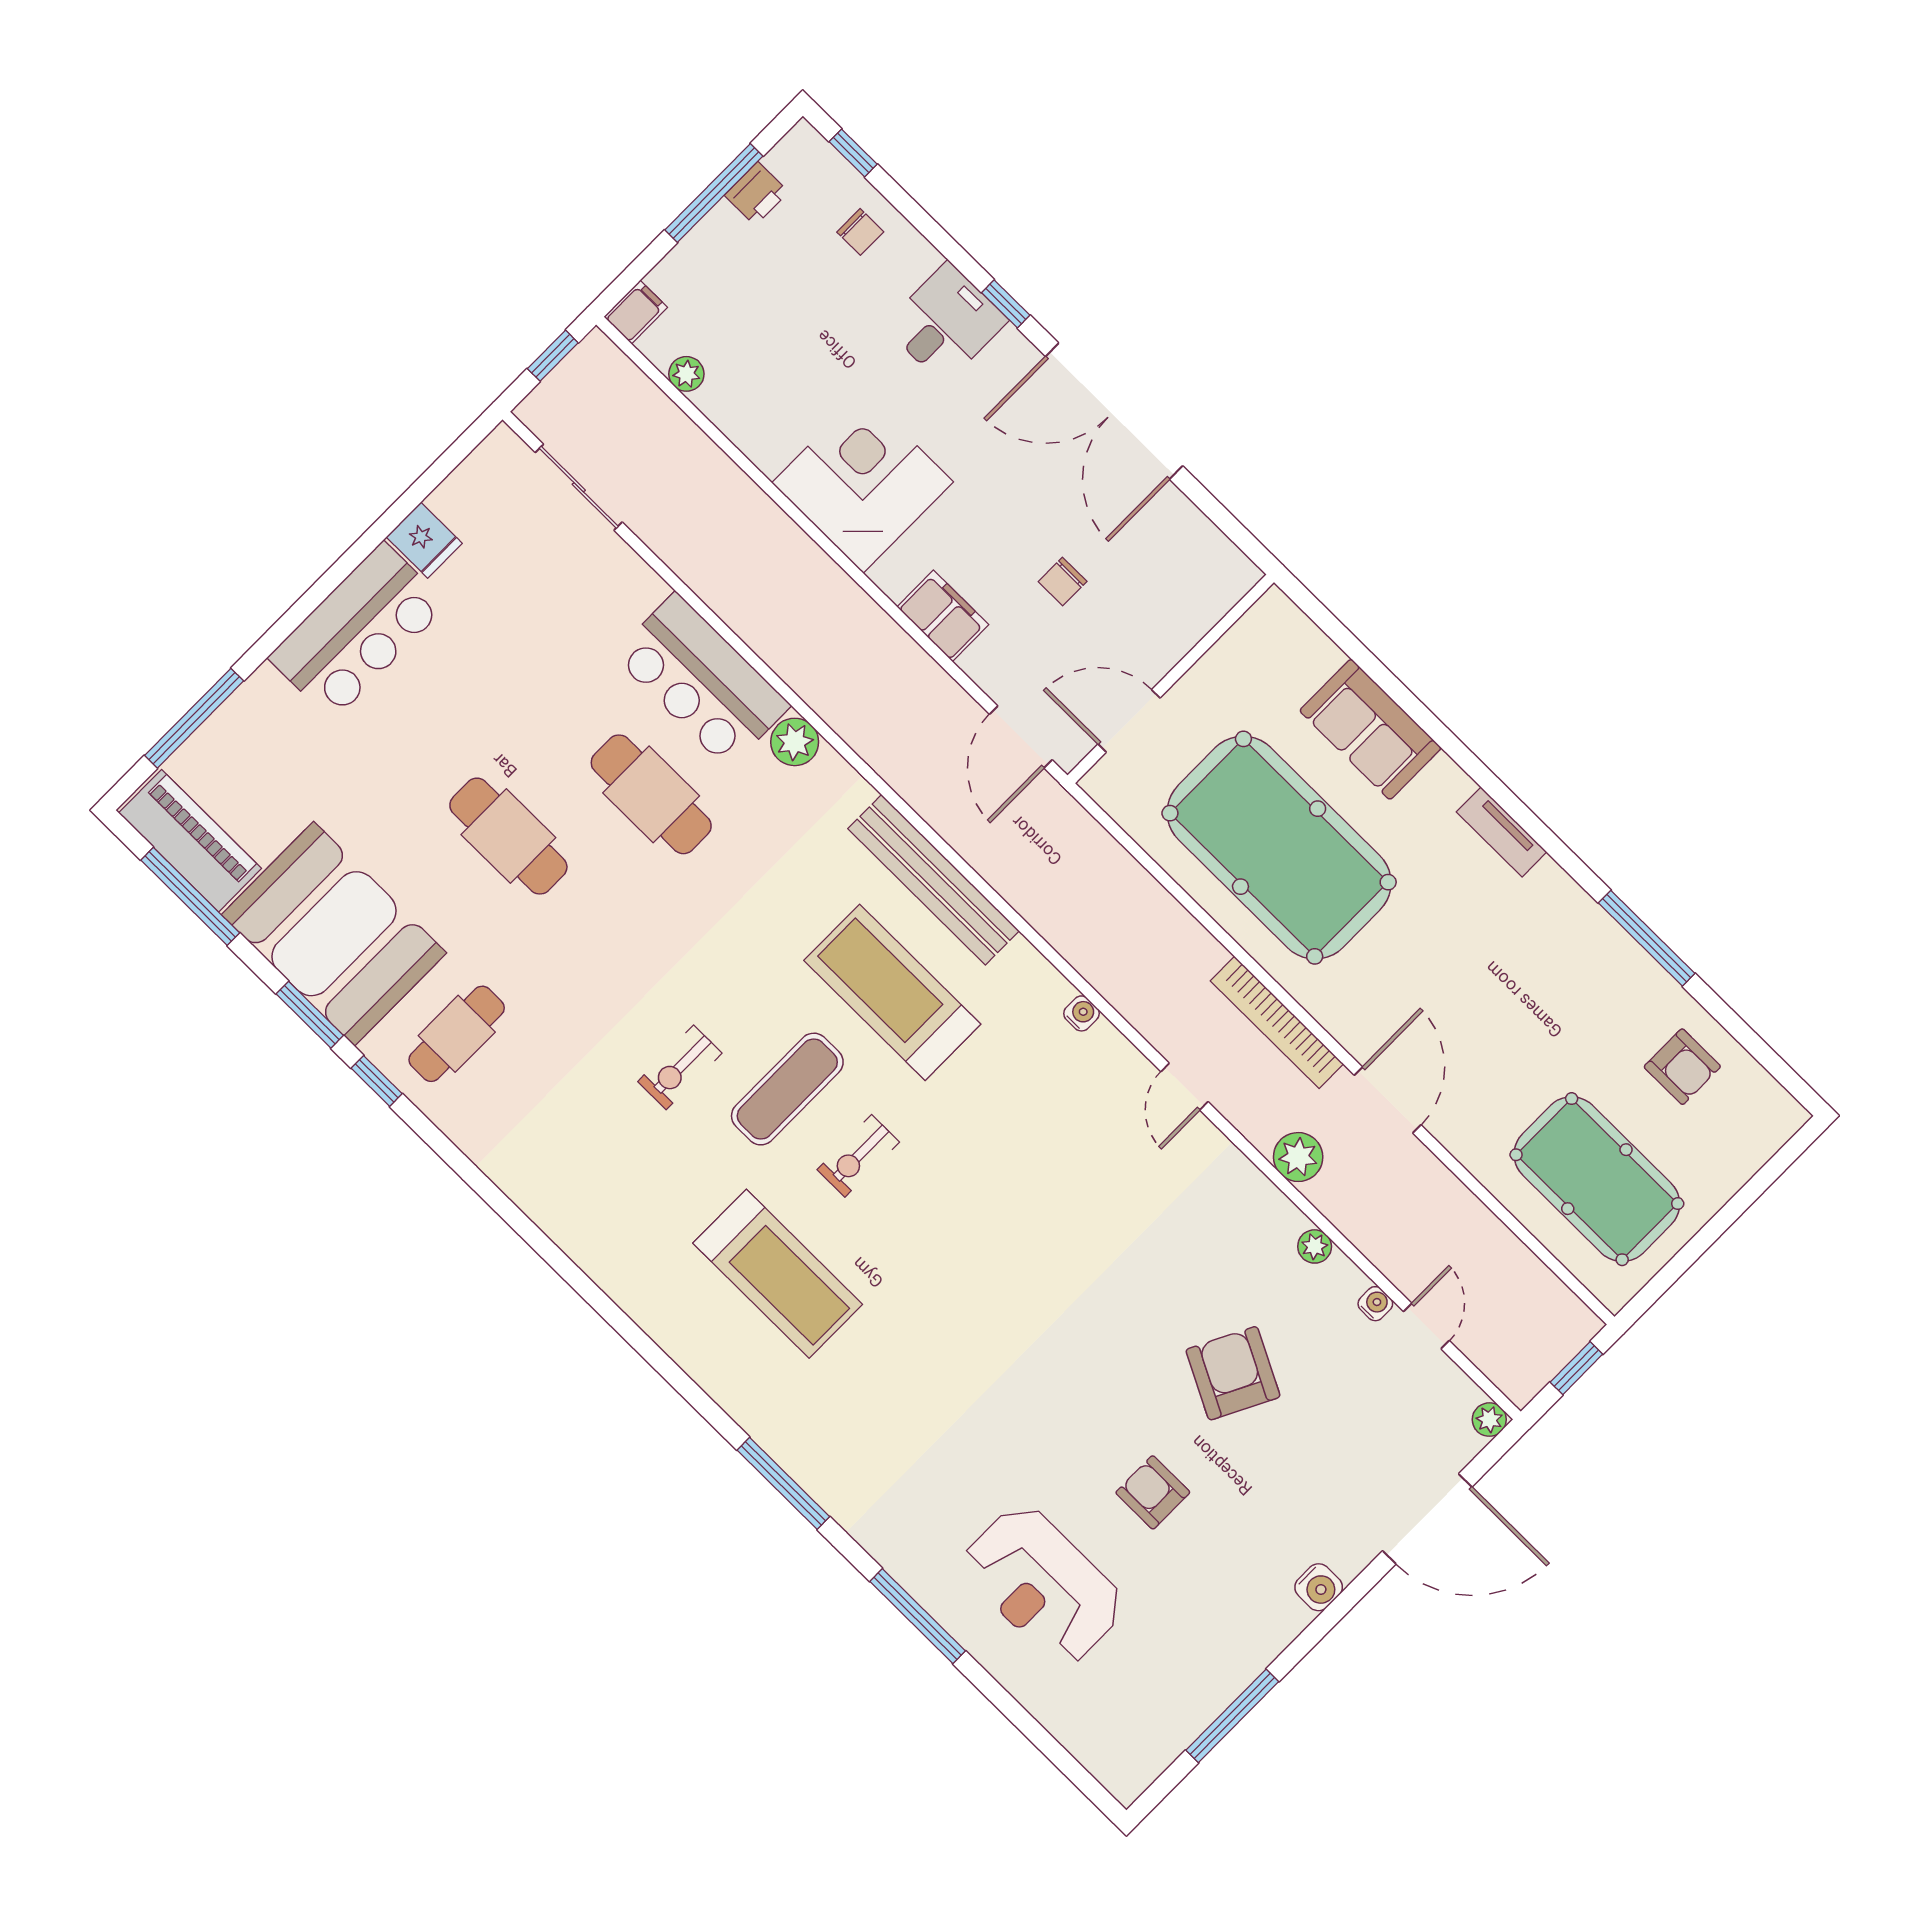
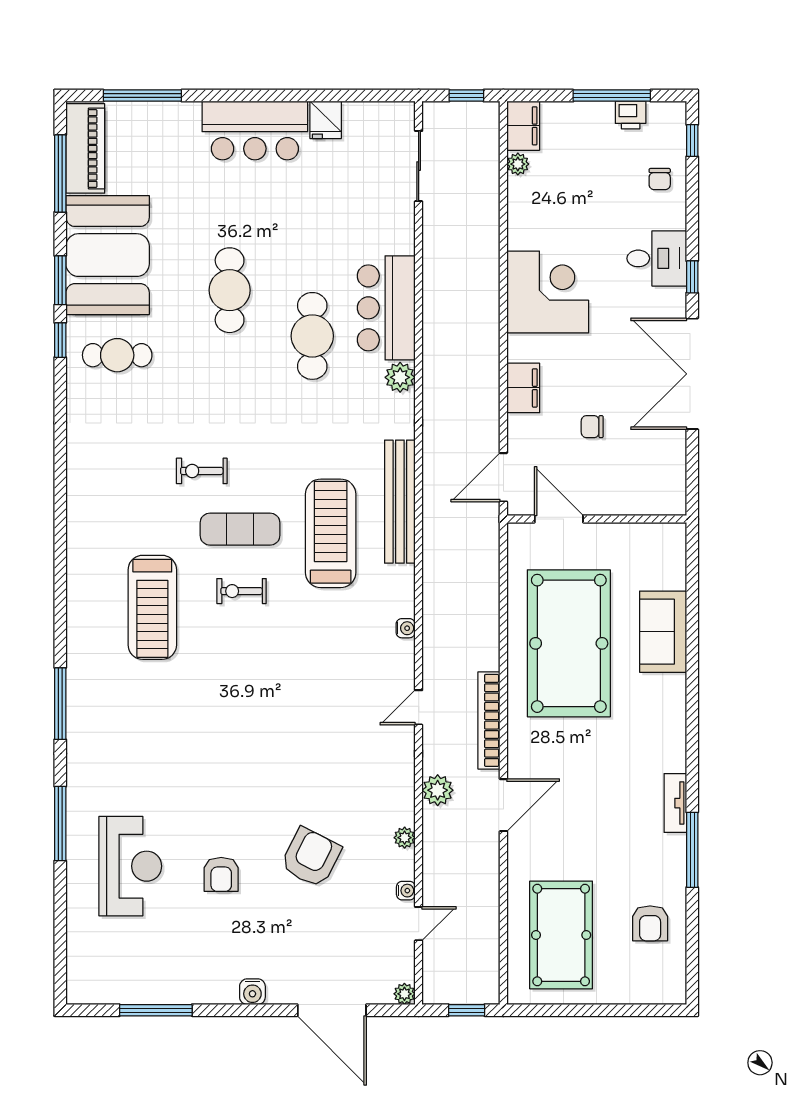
filing cabinet: (636, 312) -> (523, 126), width x2.00
tv unit: (1502, 832) -> (675, 803), moved
armchair: (1153, 1492) -> (221, 874), turned 180
reception desk: (1043, 1585) -> (130, 866), turned 180

